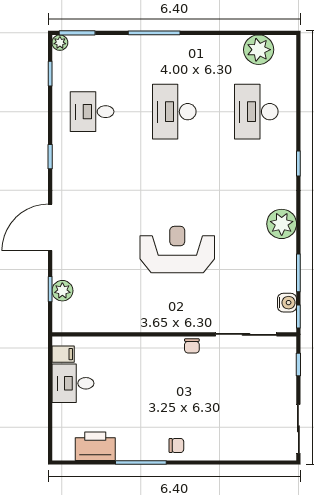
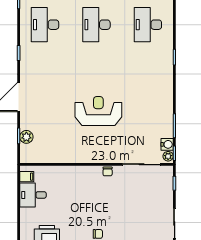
desk: (92, 112) -> (45, 25), width x1.37
plant: (282, 224) -> (168, 156), moved, width x0.53, depth x0.53

